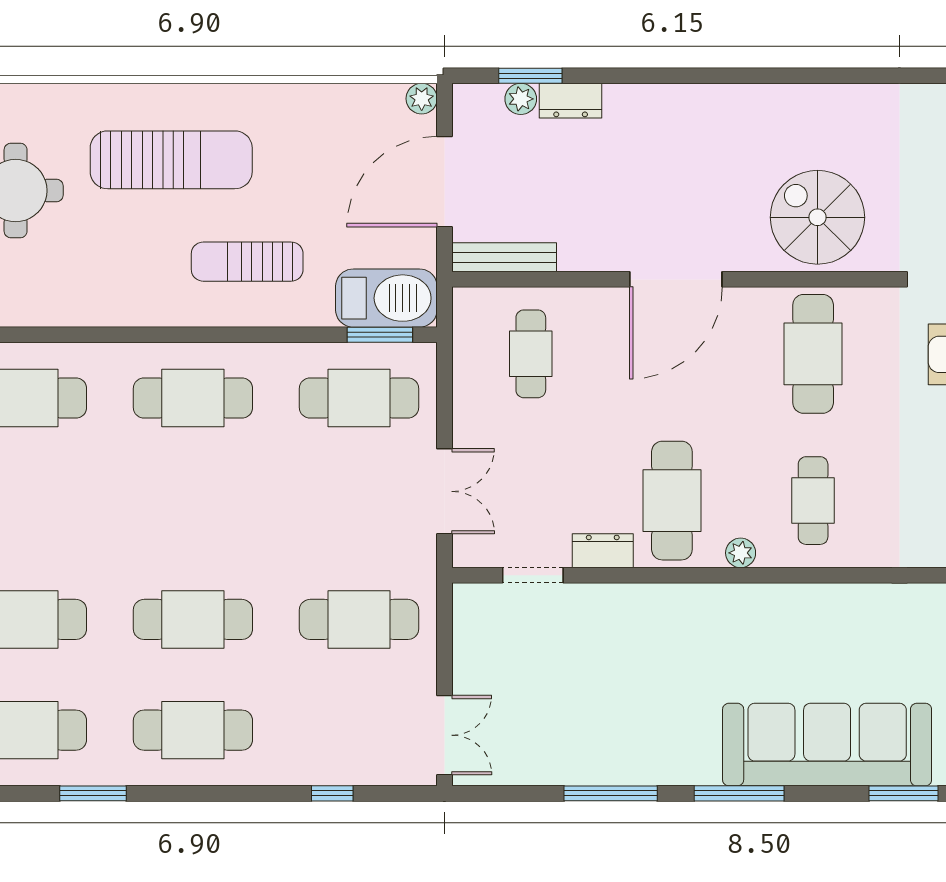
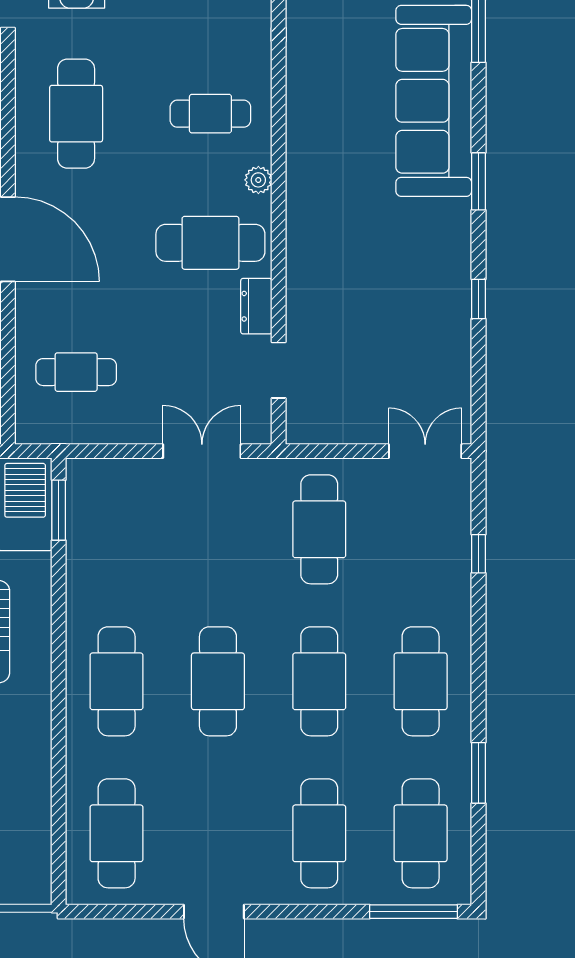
cafe table: (813, 354) -> (76, 114), turned 90
cafe table: (359, 398) -> (218, 681), moved
window: (611, 793) -> (478, 299), width x0.46
window: (739, 793) -> (478, 181), width x0.69

